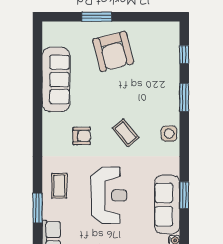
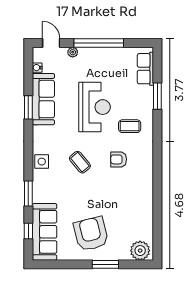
plant: (57, 32) -> (140, 251), added
sofa: (56, 79) -> (45, 232), moved, turned 180
coffee table: (59, 186) -> (130, 126), moved, turned 90
reception desk: (109, 195) -> (95, 107), turned 180

